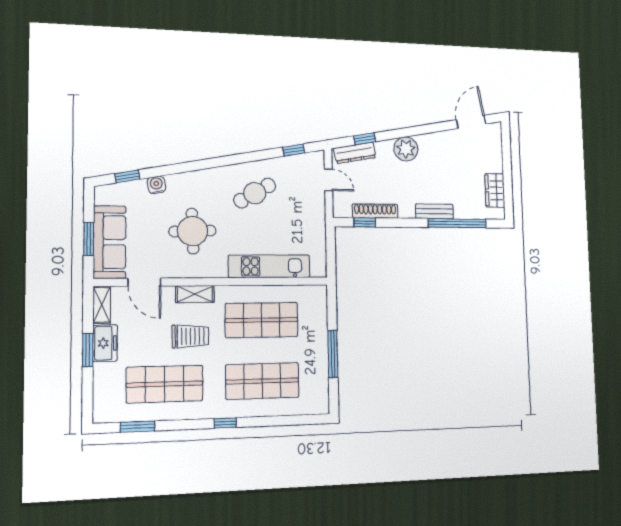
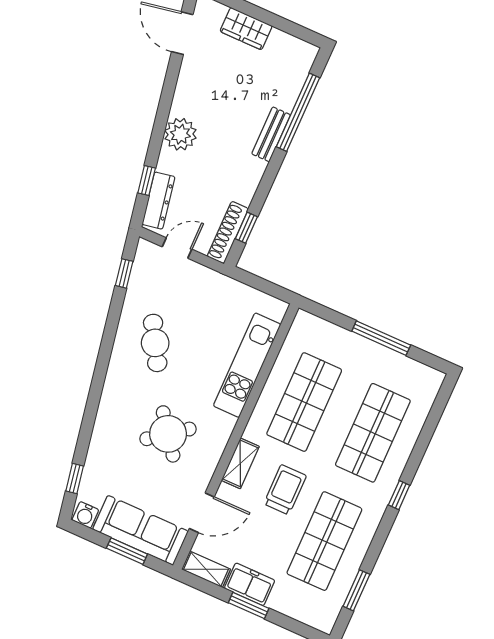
water cooler: (156, 185) -> (85, 515), moved, turned -79
wardrobe: (495, 190) -> (246, 29), moved
shoe rack: (375, 211) -> (228, 233), moved
round table: (193, 231) -> (168, 434), turned -35

